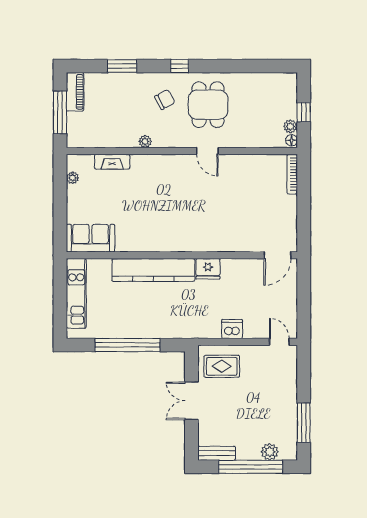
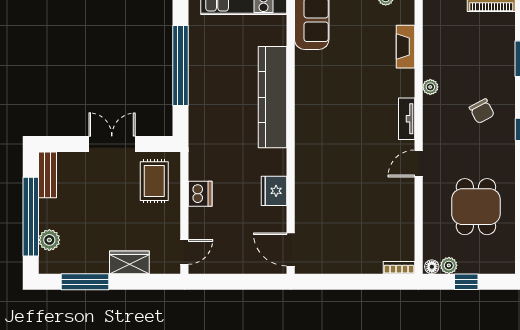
dining table: (208, 105) -> (476, 207), moved, turned 90
tv unit: (171, 161) -> (407, 119), added
bookcase: (292, 174) -> (399, 268), width x0.64
fridge: (208, 269) -> (274, 191), moved
wardrobe: (288, 387) -> (129, 262), added

